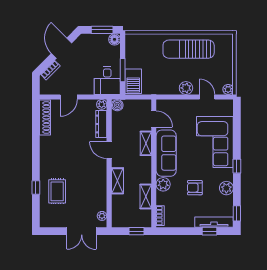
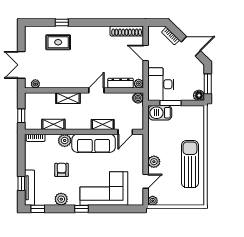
desk: (107, 81) -> (161, 84), width x1.37

